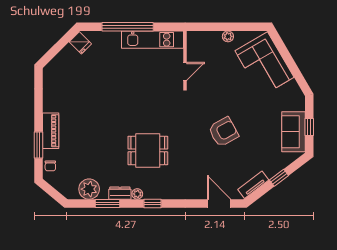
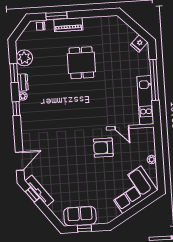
armchair: (223, 132) -> (103, 148), moved, turned 119
dining table: (148, 150) -> (81, 63), moved
window: (279, 178) -> (32, 195), moved
tv unit: (253, 185) -> (39, 191), width x1.41

